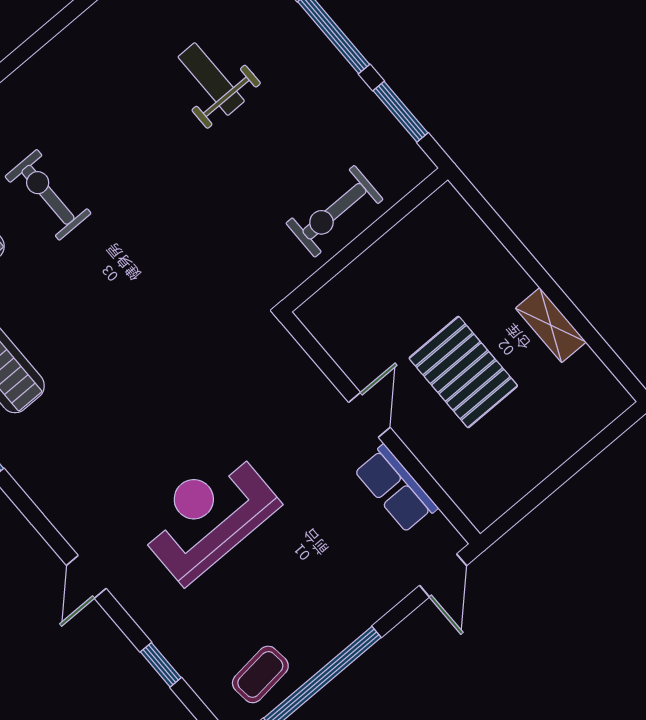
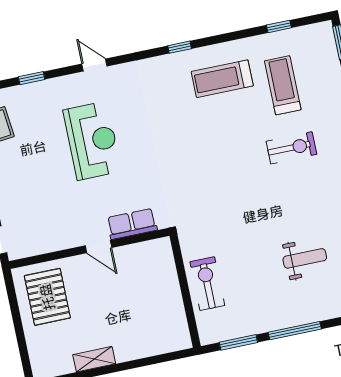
pallet: (463, 372) -> (47, 297), moved, turned 90
row of seats: (396, 489) -> (132, 224), moved

